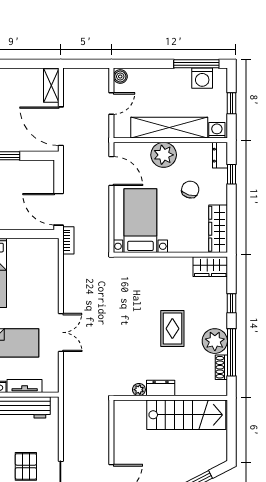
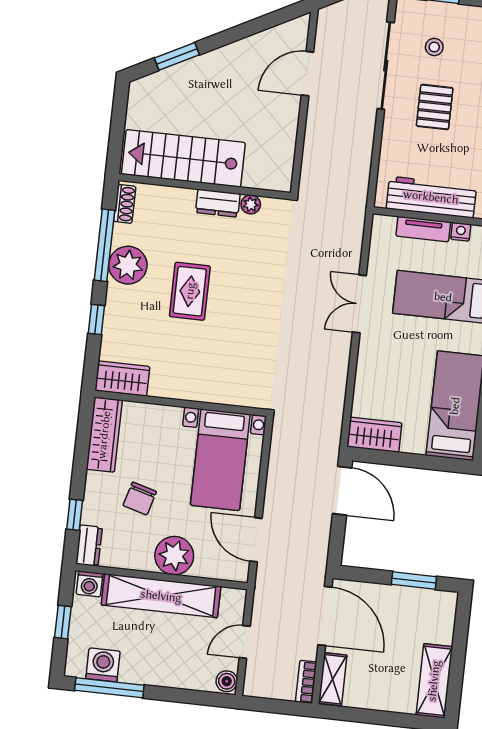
bookcase: (68, 240) -> (306, 682), moved
wardrobe: (42, 248) -> (374, 435), added
shoe rack: (221, 367) -> (125, 204), moved

